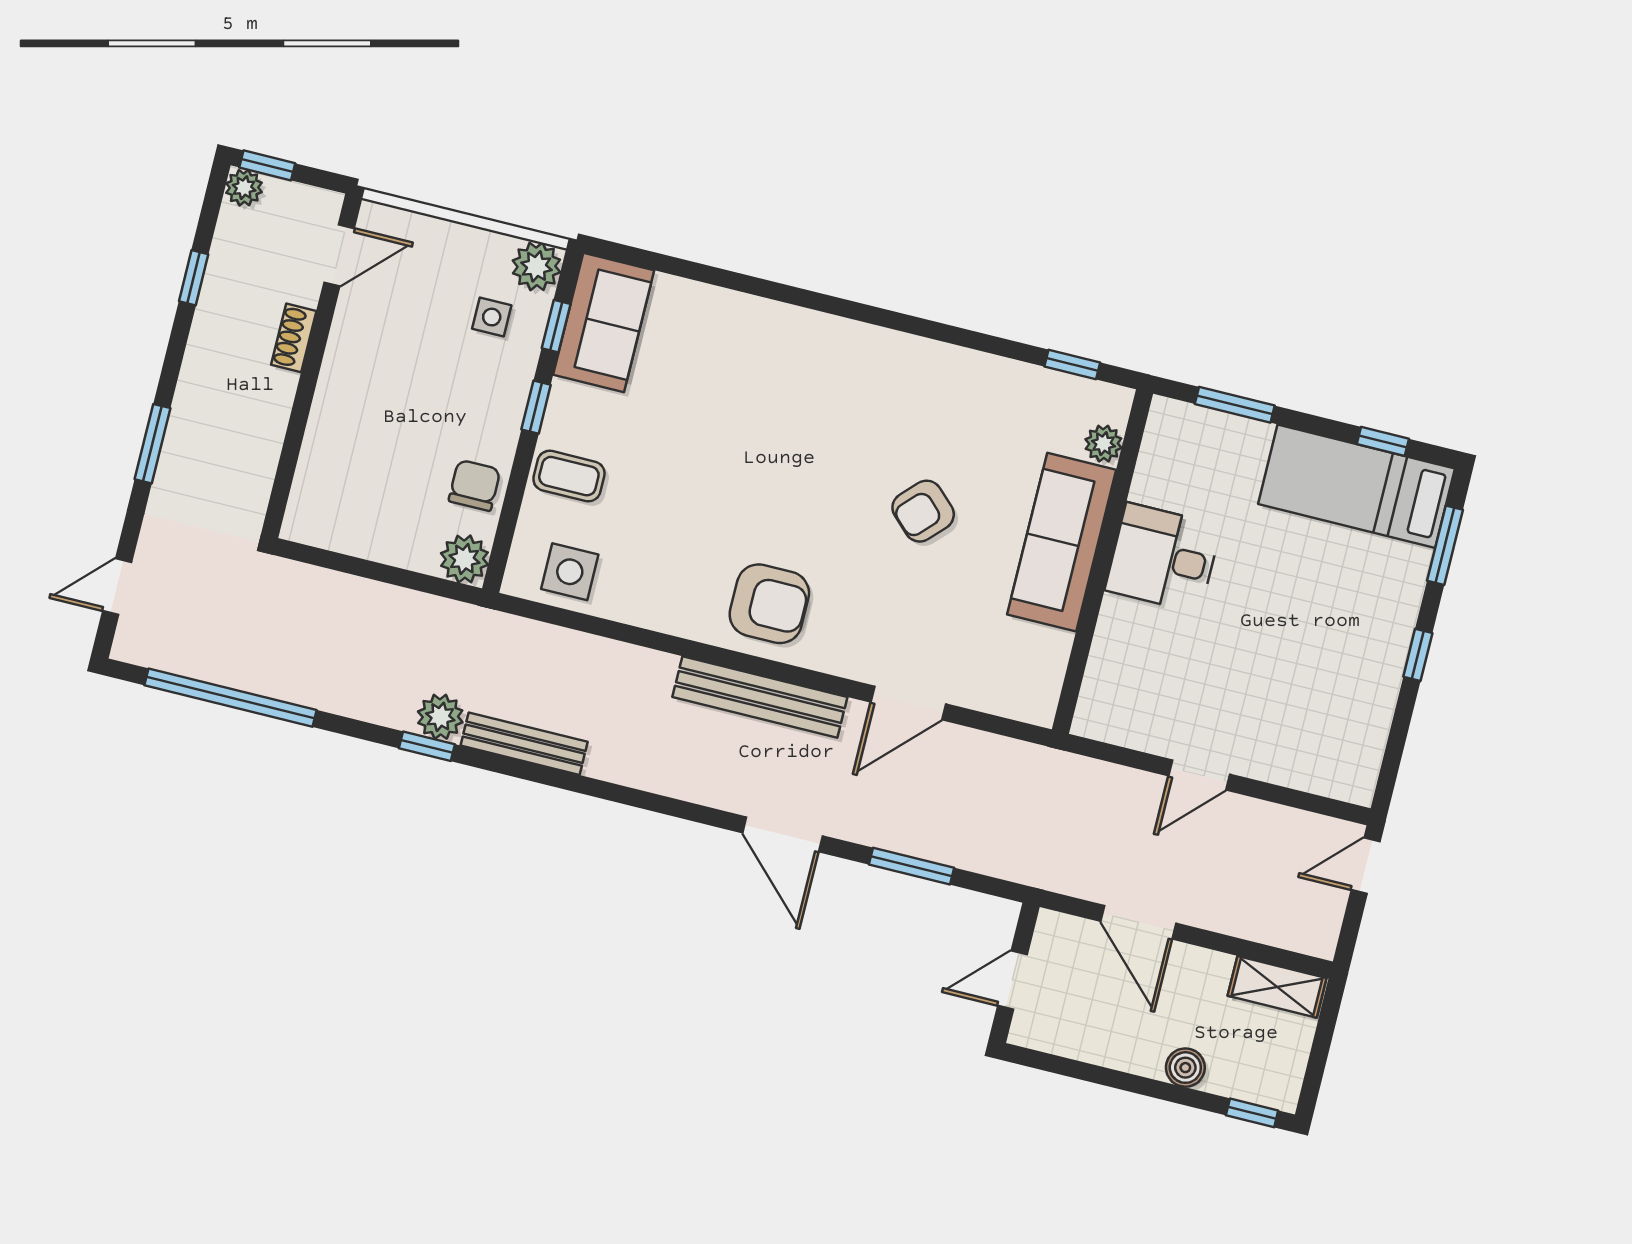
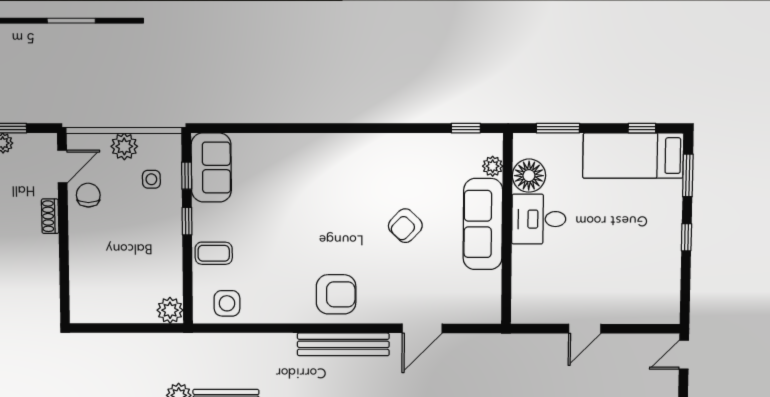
plant: (536, 266) -> (124, 146), moved
floor lamp: (1164, 476) -> (529, 176), added
chair: (474, 485) -> (88, 195), moved

